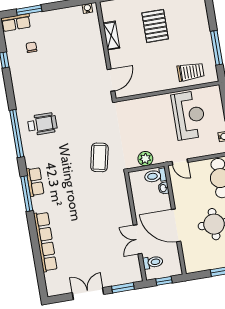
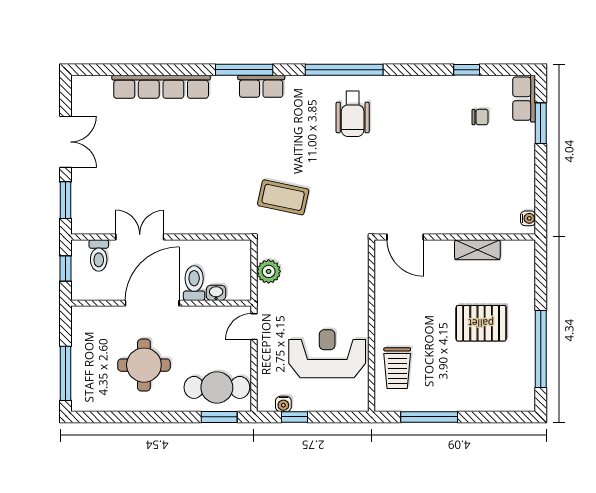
reception desk: (189, 115) -> (327, 354), turned 180
toilet: (155, 176) -> (194, 283), moved

